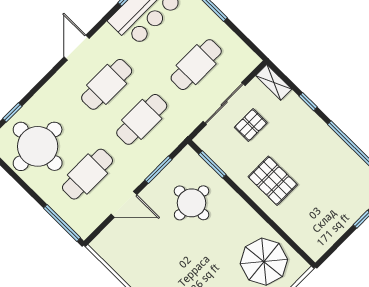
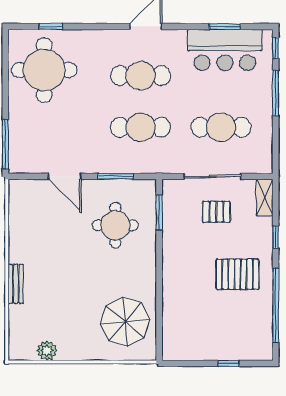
cafe table: (87, 174) -> (60, 127), removed
pallet: (273, 181) -> (238, 274), moved, turned 90

